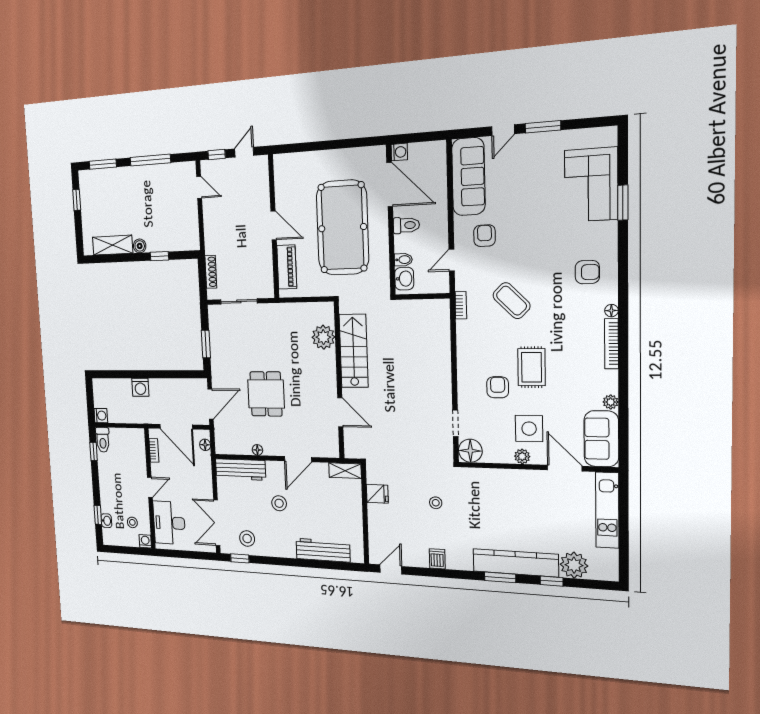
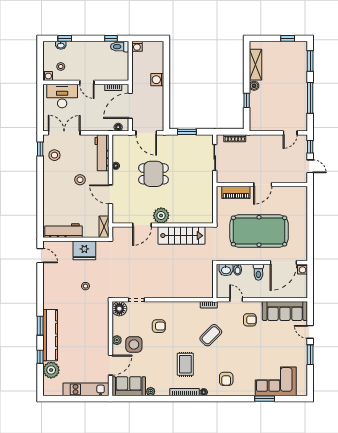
plant: (323, 337) -> (161, 216), moved
rug: (532, 367) -> (185, 364), moved, turned 90
fridge: (377, 494) -> (84, 250), width x1.88, depth x1.34
workbench: (323, 550) -> (63, 231), moved, turned -90
dishwasher: (437, 559) -> (49, 286), removed

